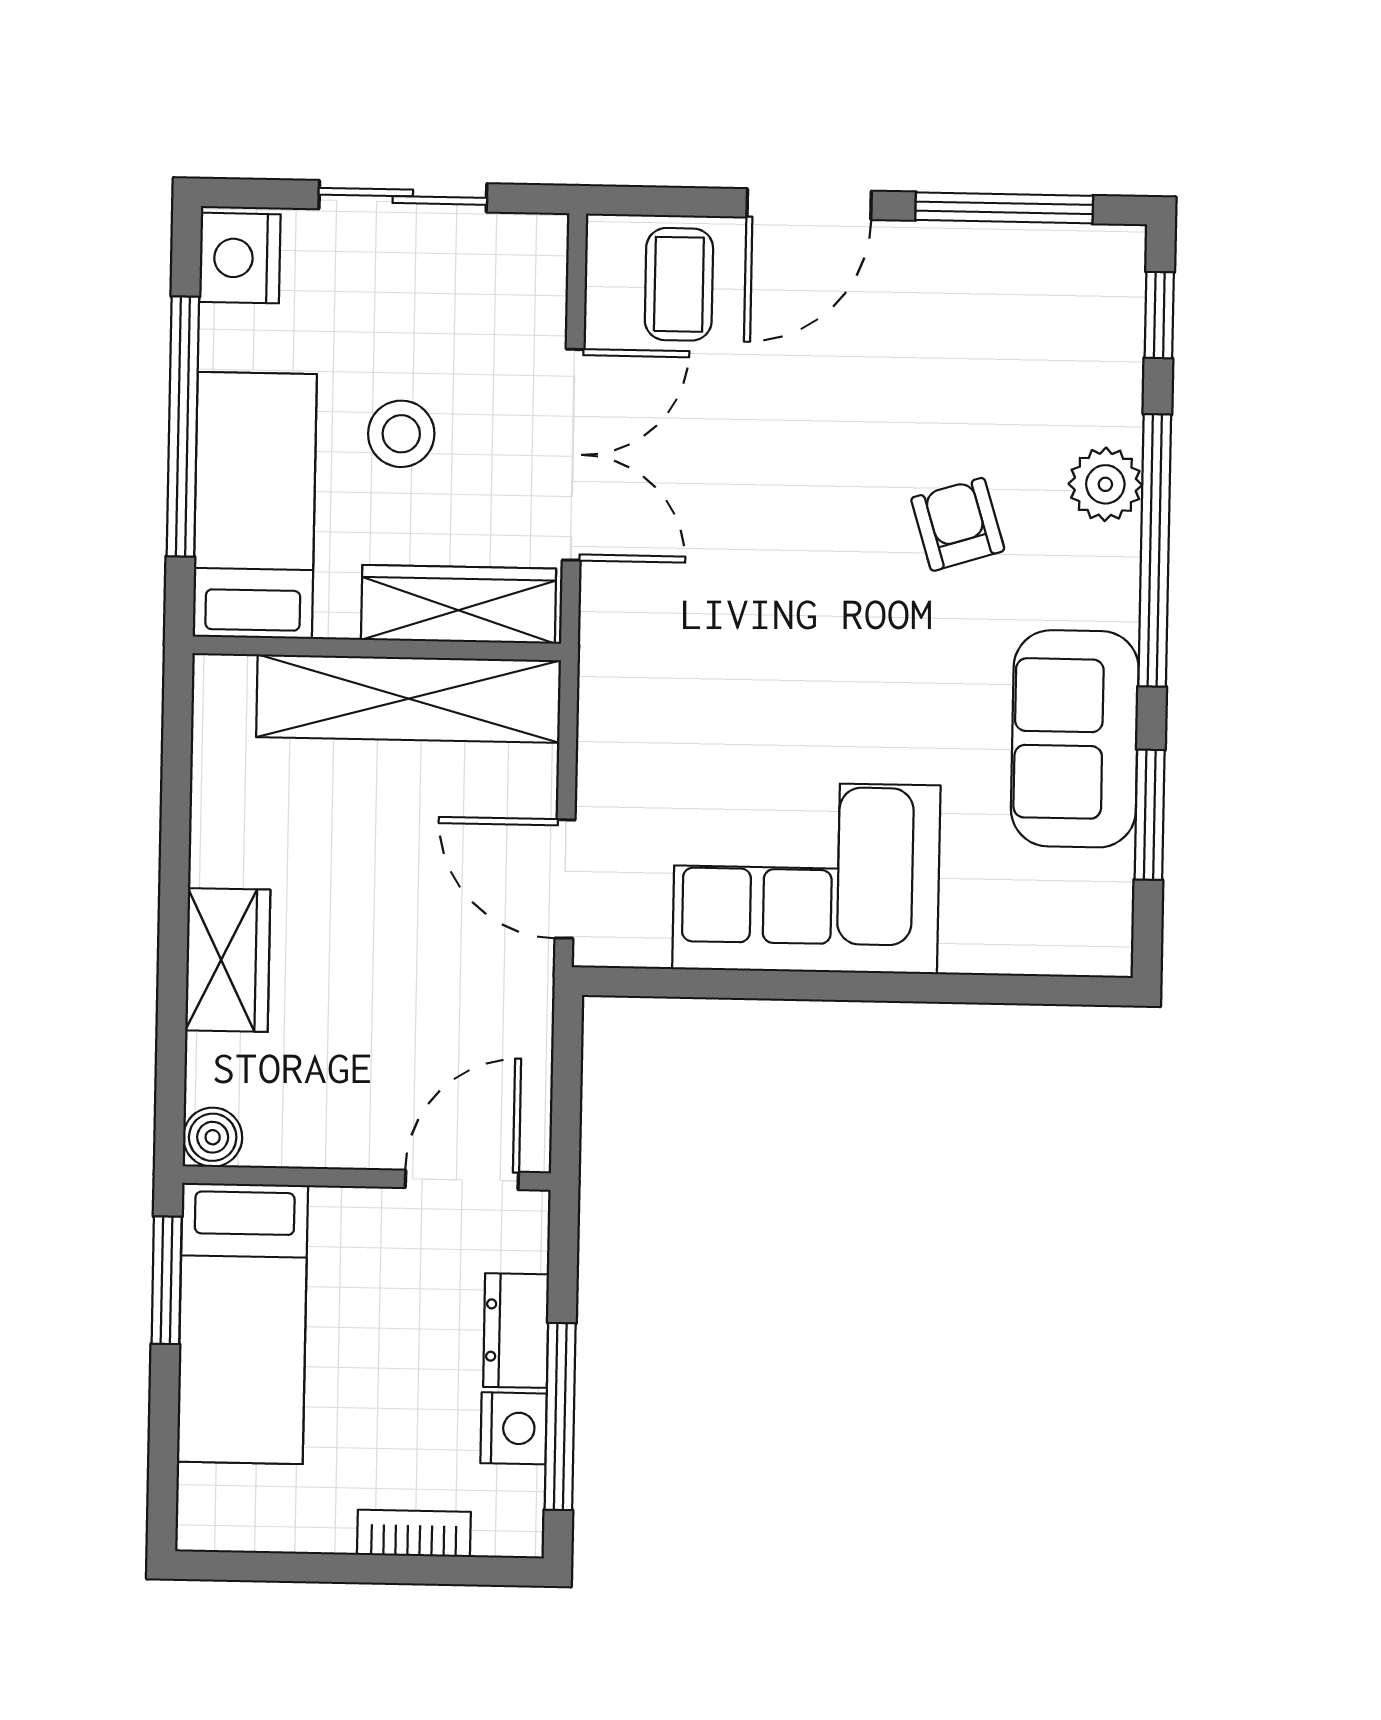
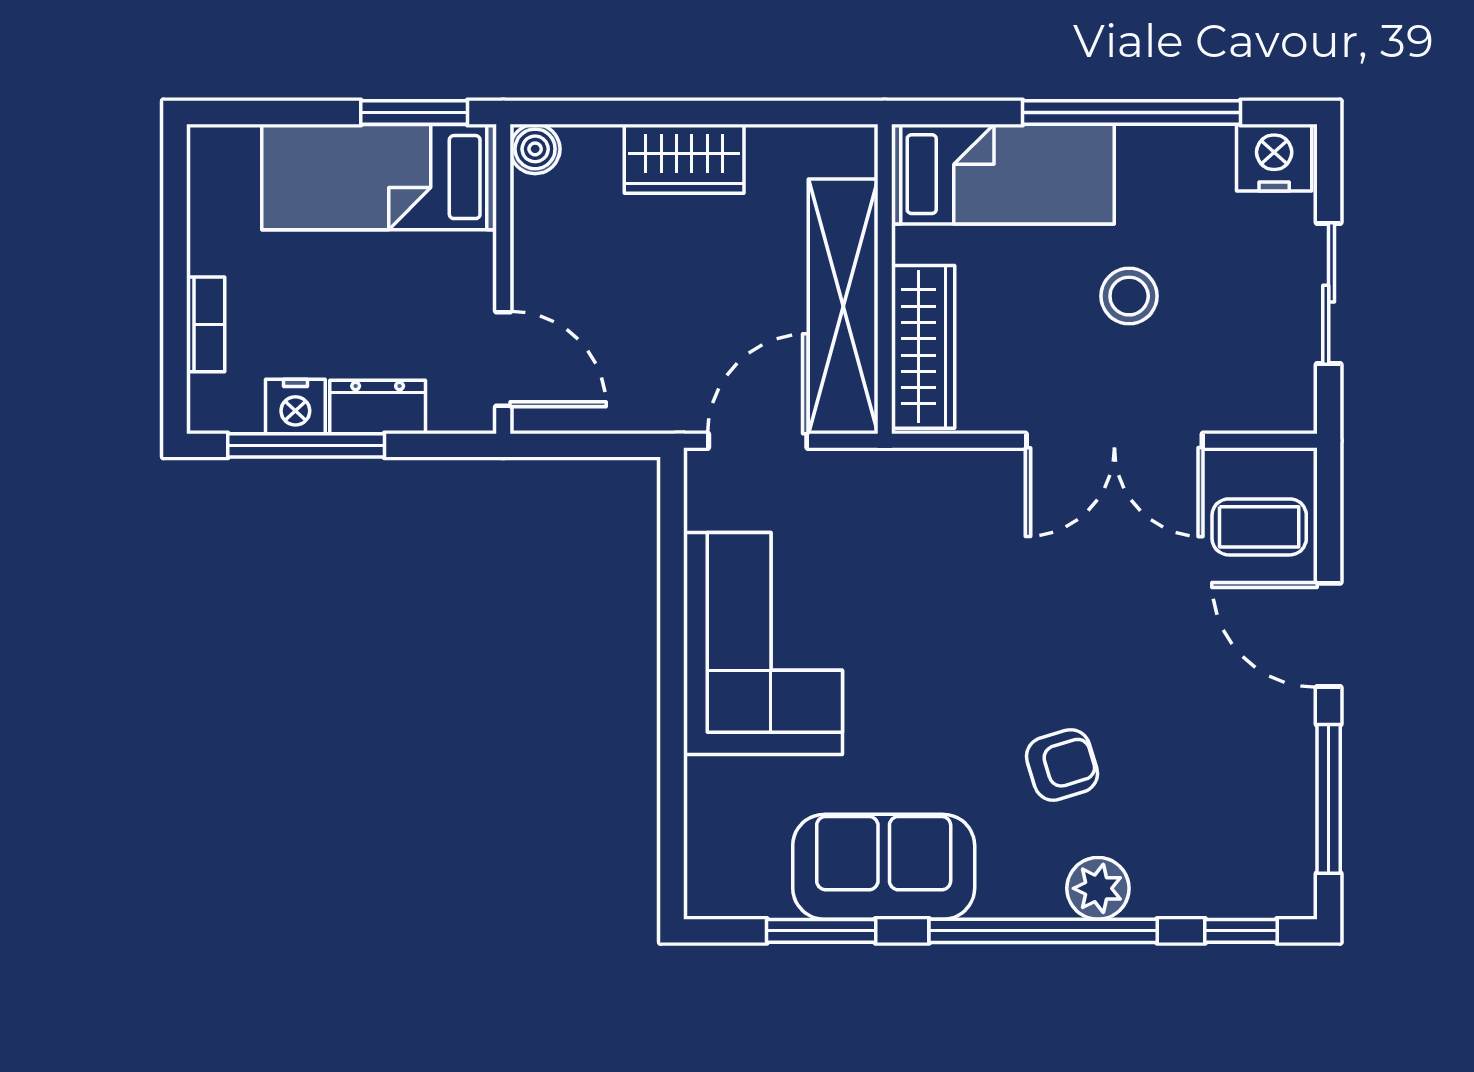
bed: (255, 505) -> (1003, 174), moved
wardrobe: (459, 604) -> (923, 347), moved
wall: (377, 648) -> (885, 279), moved
shelving: (408, 699) -> (843, 306), moved

